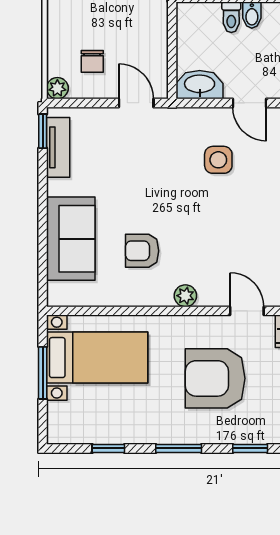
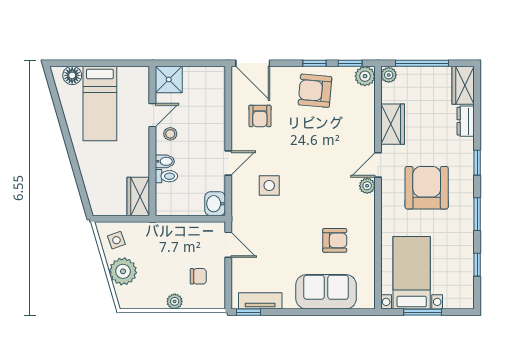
washbasin: (200, 85) -> (215, 204), width x0.72
plant: (57, 88) -> (175, 301), moved
door: (136, 103) -> (228, 245), swing flipped
armchair: (142, 251) -> (335, 240), turned -90
plant: (185, 296) -> (367, 186), moved
armchair: (215, 378) -> (427, 188), turned 180

